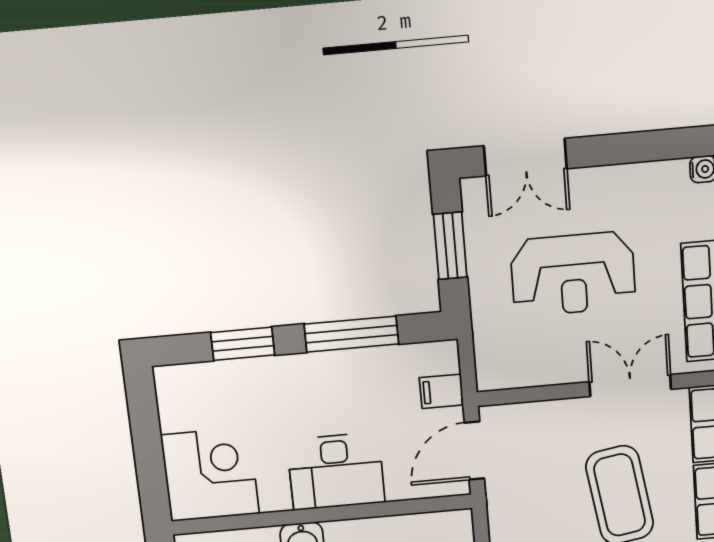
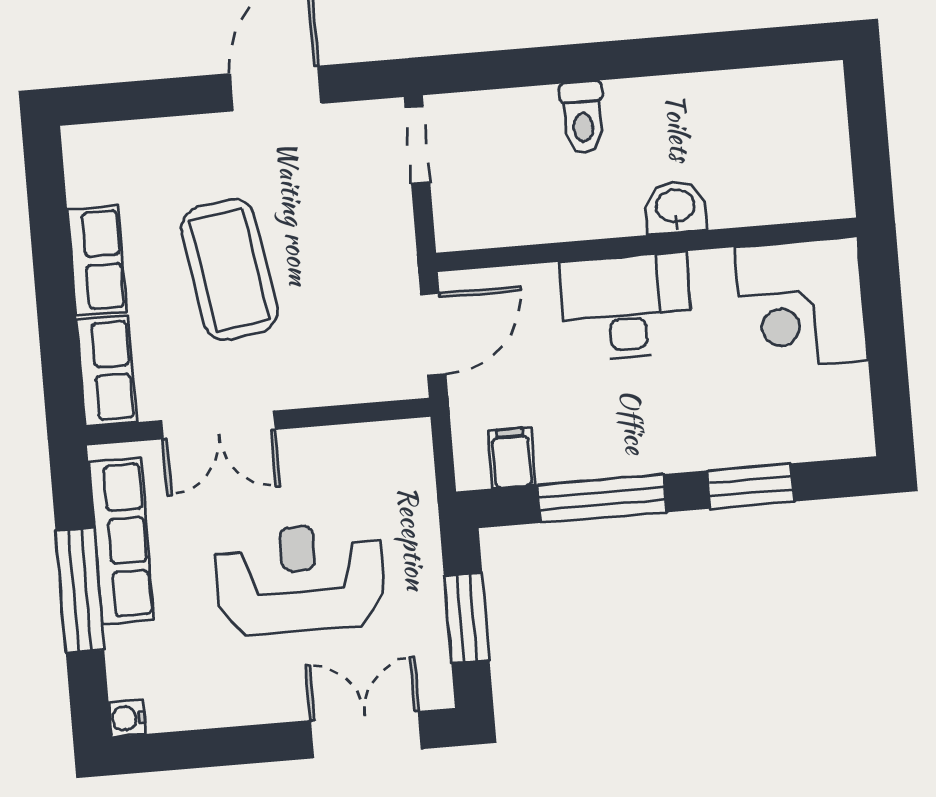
filing cabinet: (441, 391) -> (512, 458), moved, turned -90

